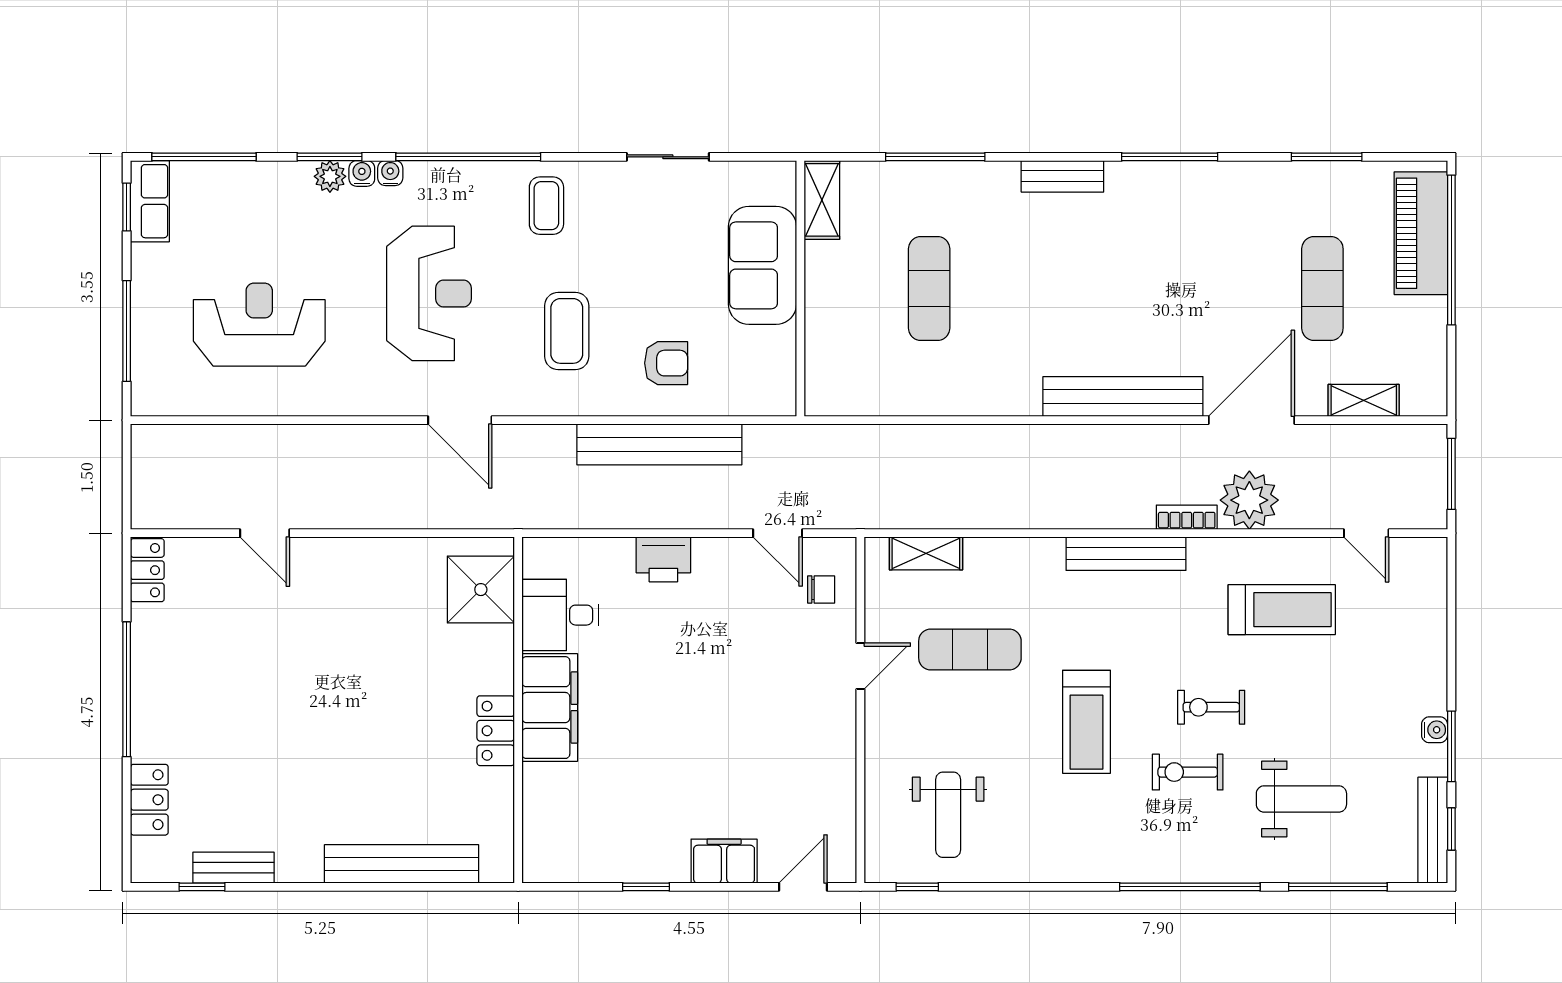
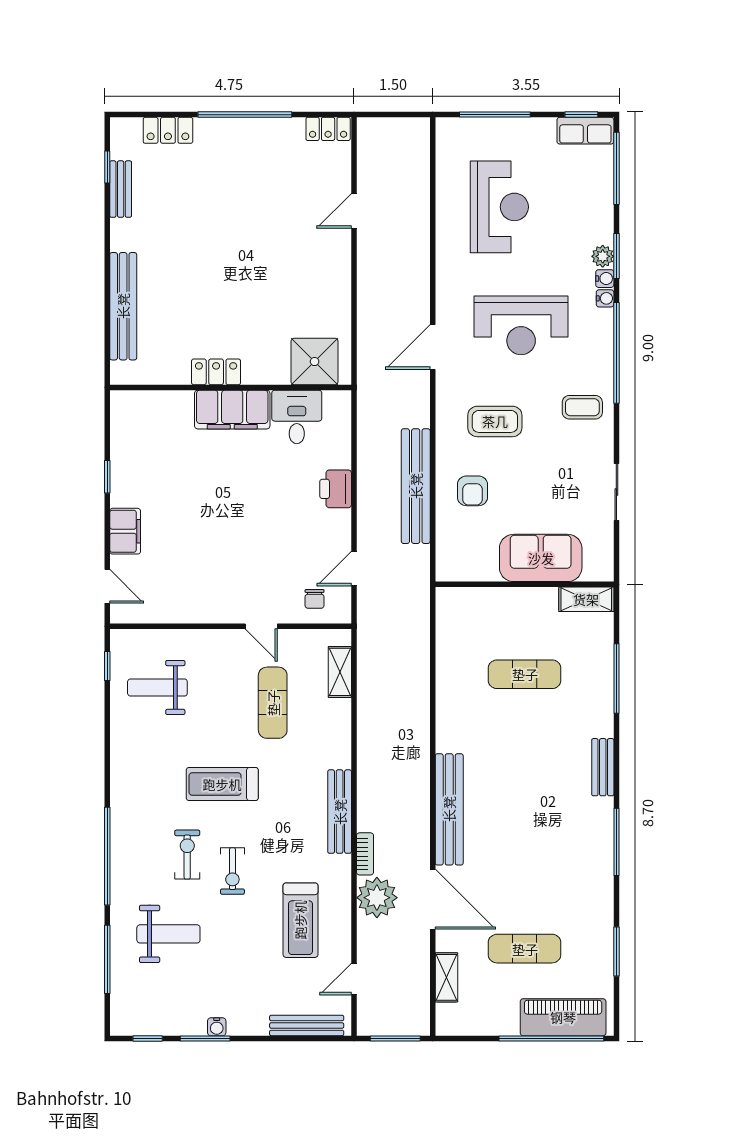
exercise bike: (1211, 707) -> (232, 871), turned 180
weight bench: (1301, 799) -> (168, 934), turned -90
bench: (1433, 830) -> (307, 1025), moved

